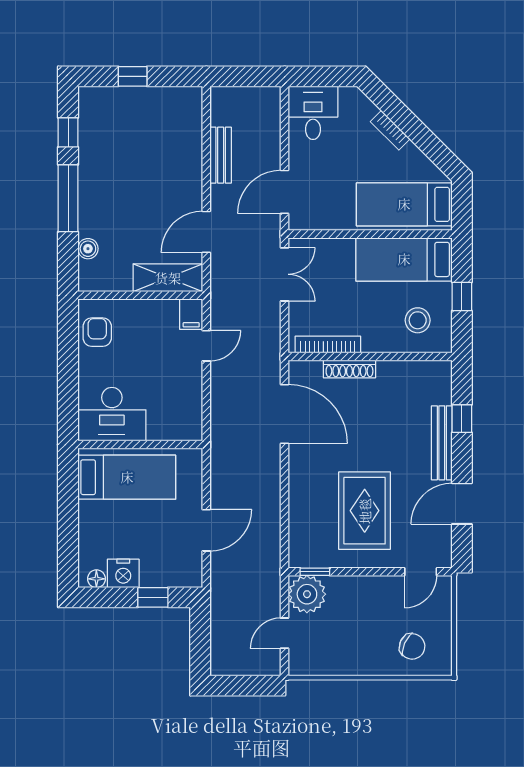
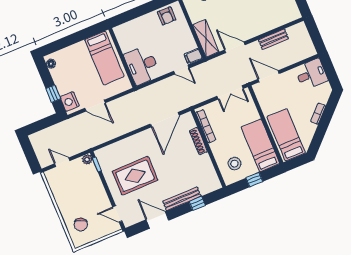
armchair: (97, 332) -> (167, 16), turned 90
desk: (112, 414) -> (142, 65), moved
nightstand: (123, 573) -> (70, 101), moved
plant: (307, 594) -> (87, 159), width x0.53, depth x0.53

